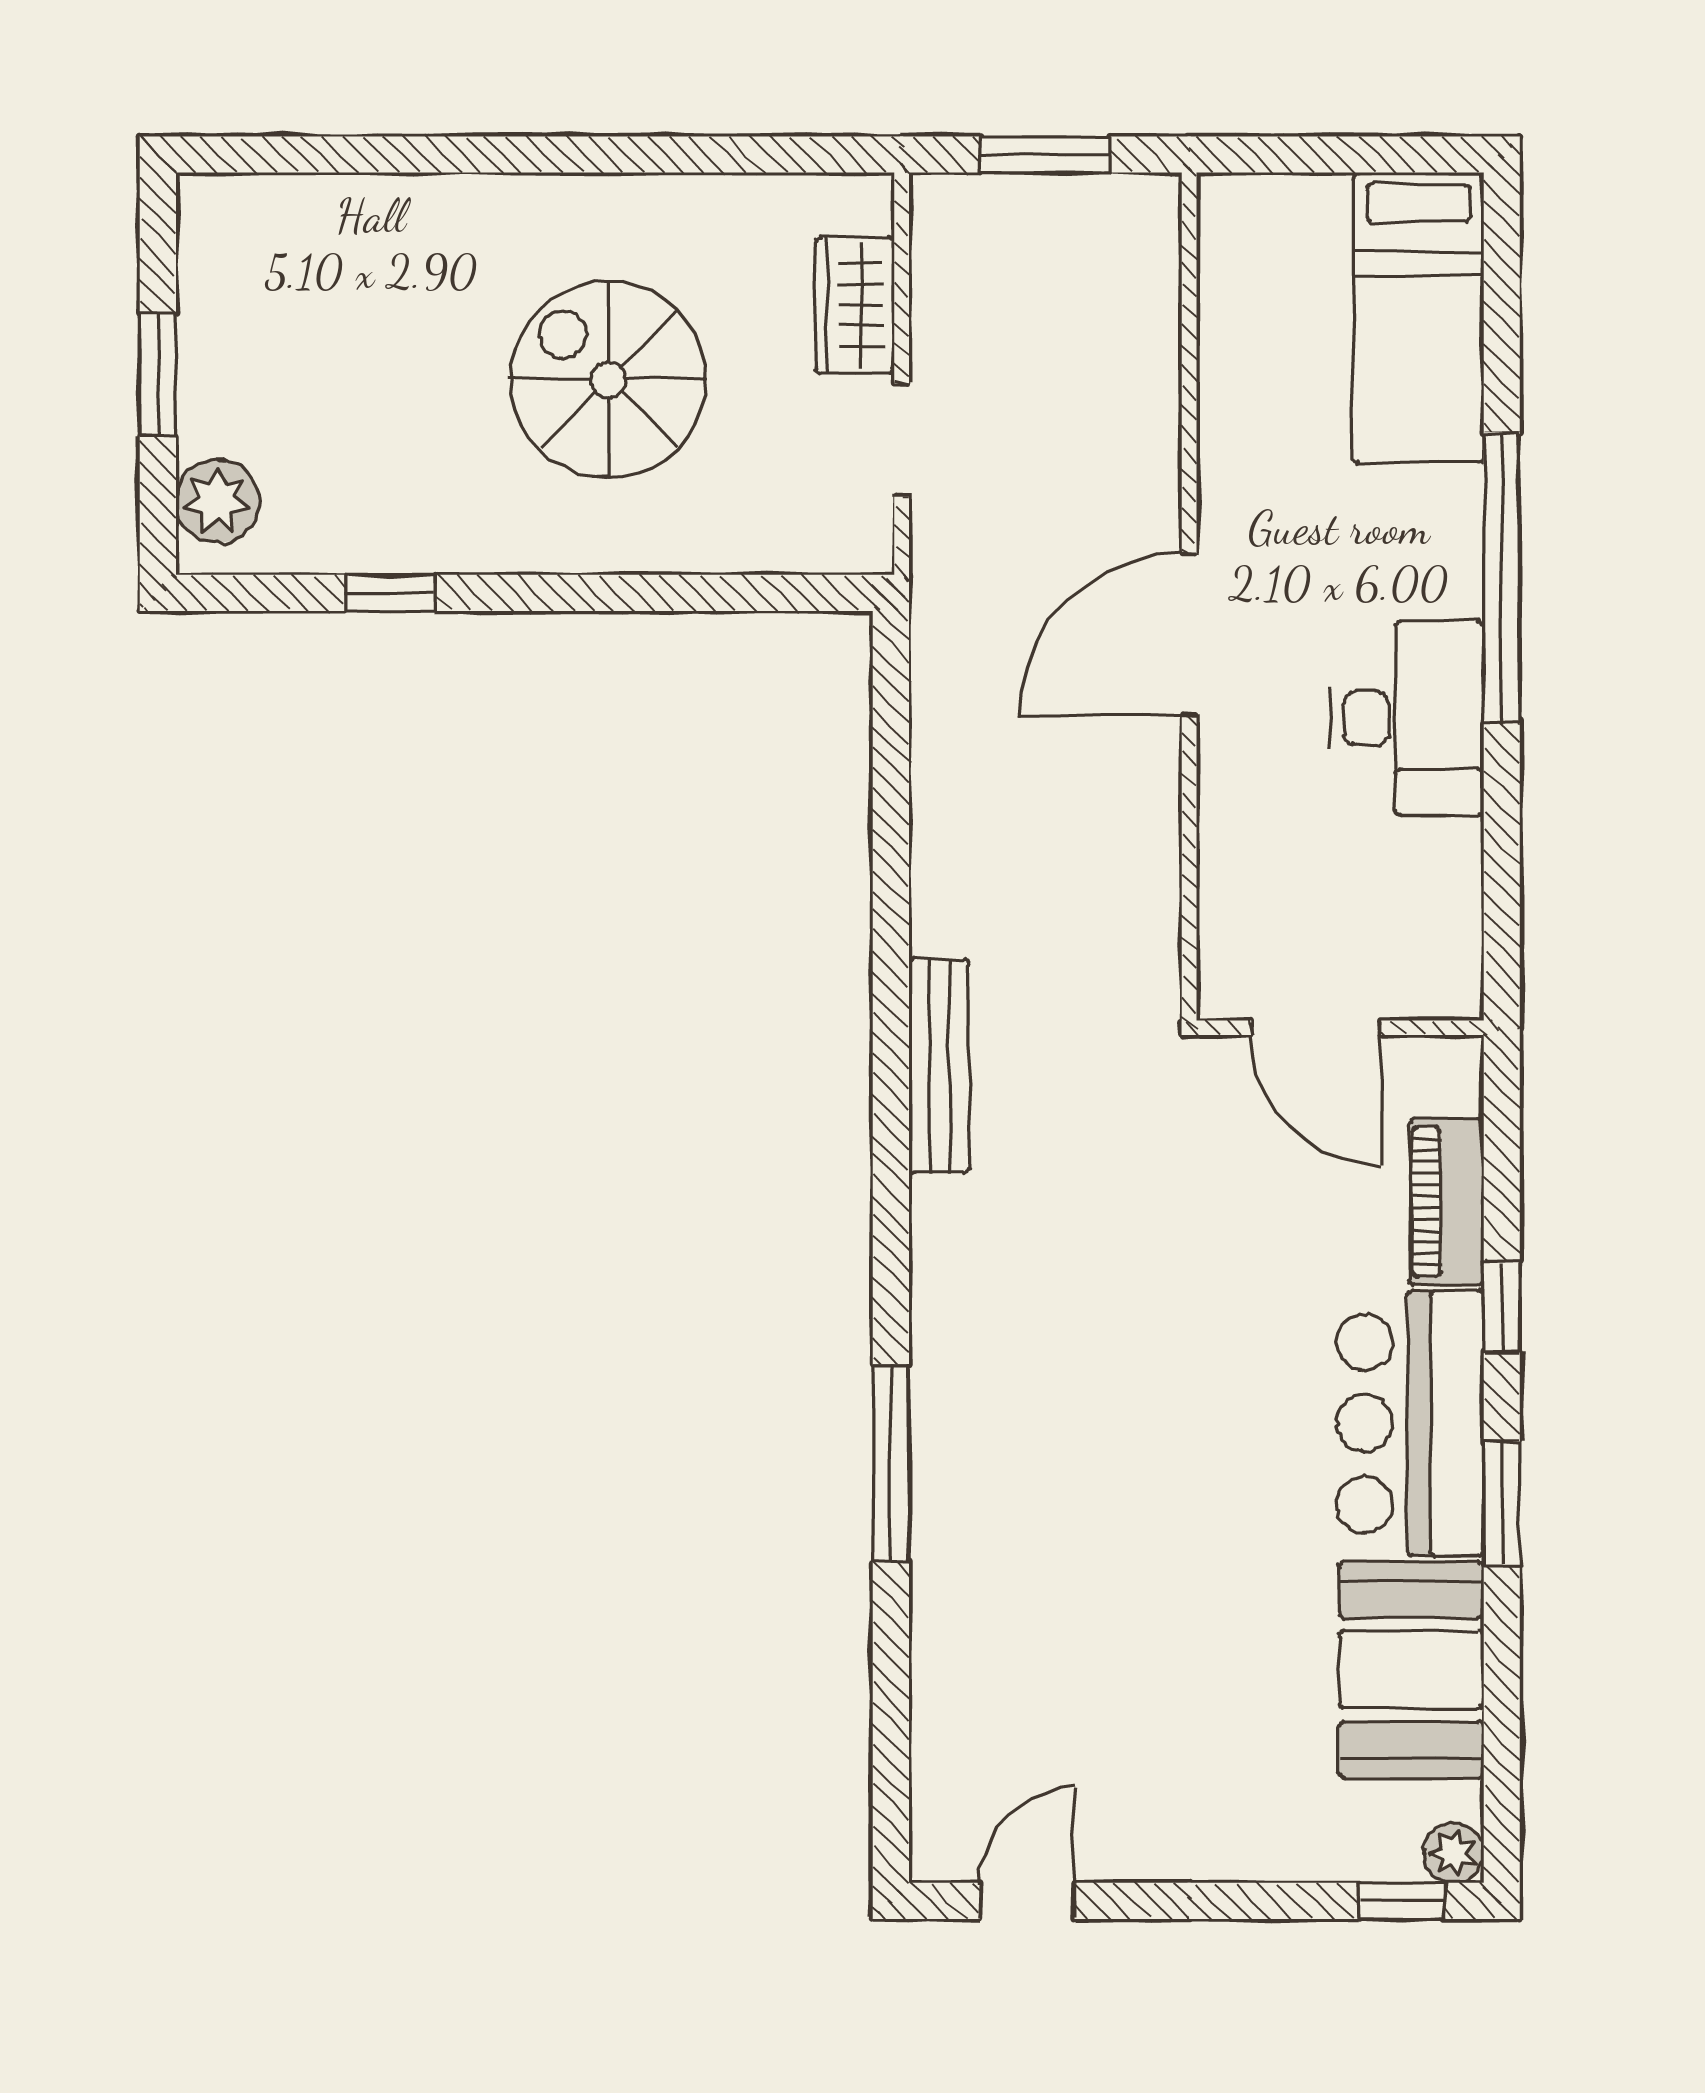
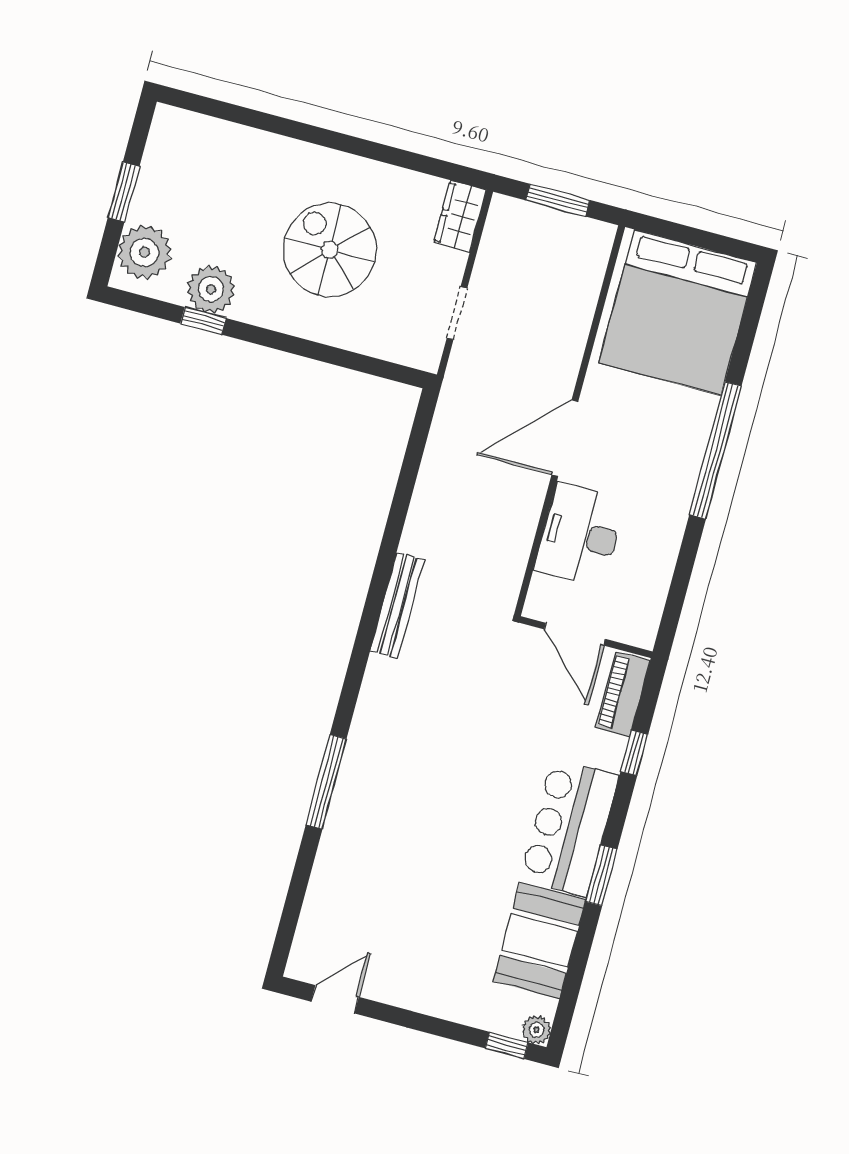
wardrobe: (855, 305) -> (460, 216), moved
bed: (1418, 318) -> (678, 313), width x2.04
plant: (218, 501) -> (144, 252), width x1.36, depth x1.36
plant: (388, 525) -> (211, 289), added
desk: (1408, 718) -> (580, 535), moved, turned 180
piano: (1447, 1202) -> (623, 694), moved
window: (1502, 1307) -> (634, 753), moved

